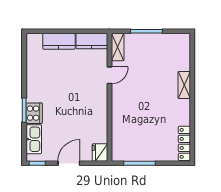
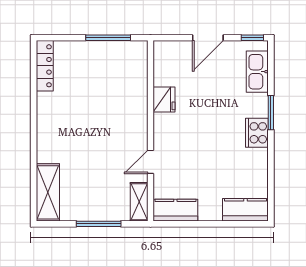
kitchen counter: (59, 41) -> (245, 210), moved
shelving: (184, 85) -> (48, 192), moved, width x1.50, depth x1.33
cooker: (34, 113) -> (257, 133), moved
fridge: (100, 152) -> (164, 99), moved

